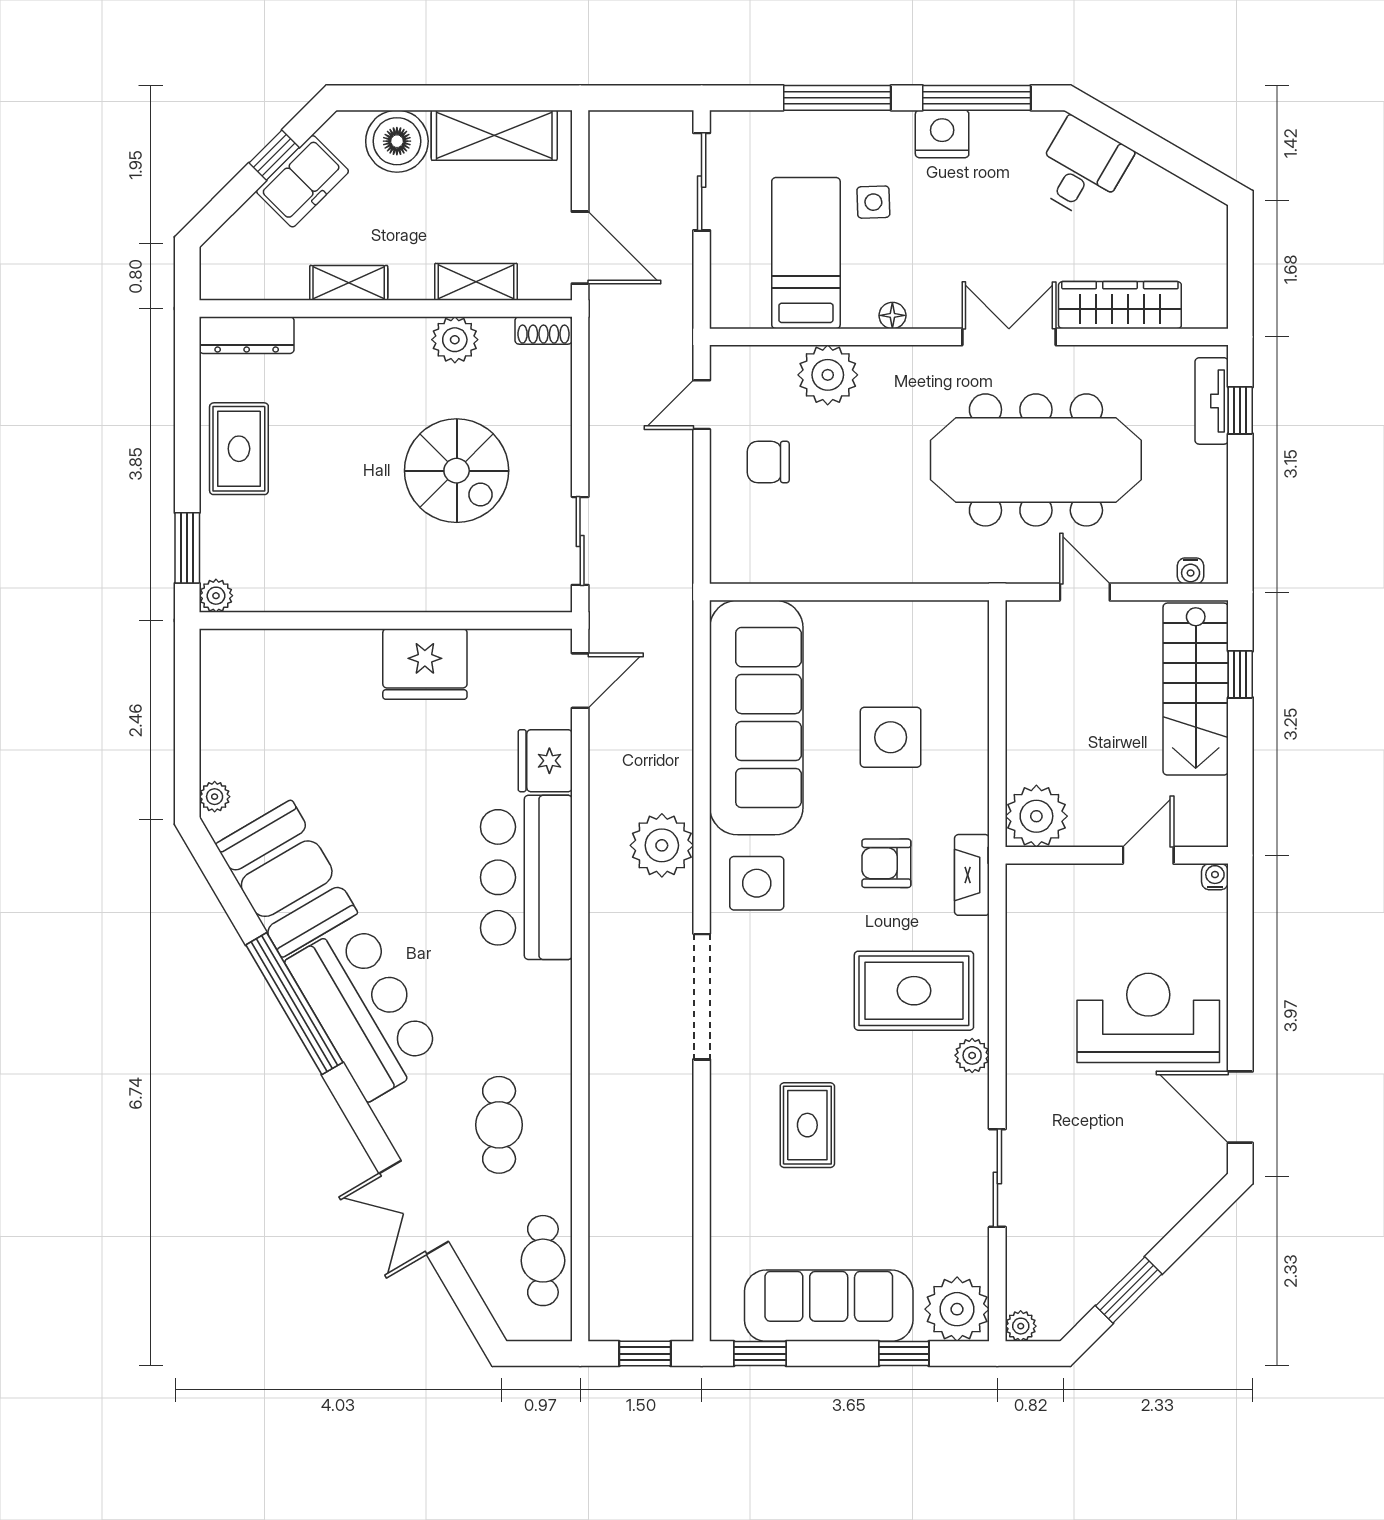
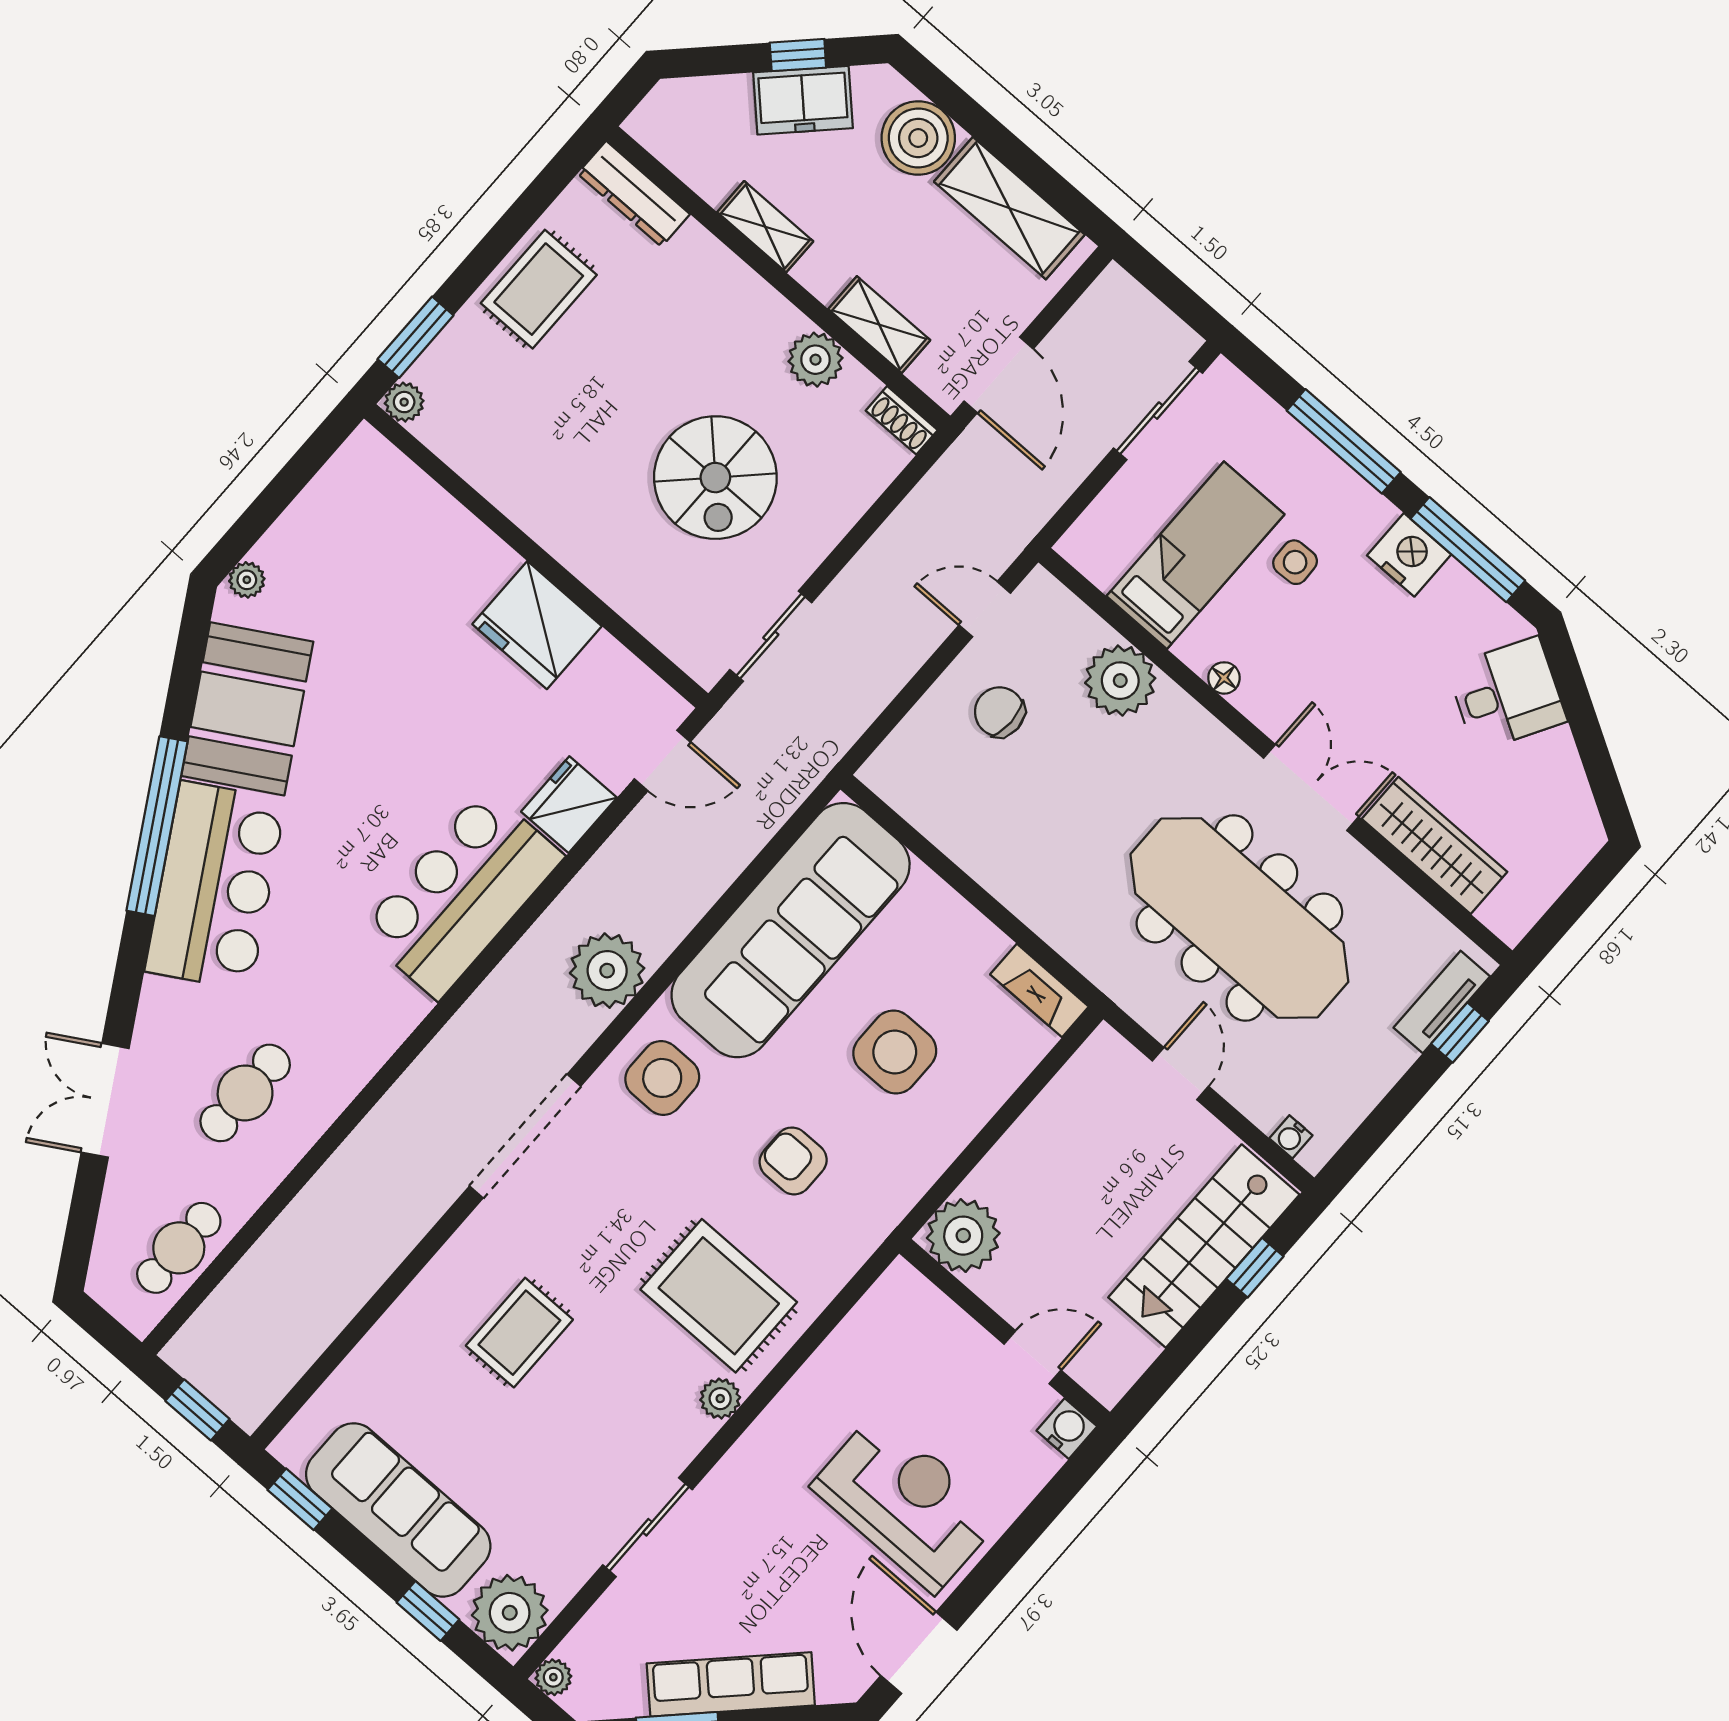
fireplace: (972, 875) -> (1039, 990), moved, turned -90
water cooler: (1215, 877) -> (1067, 1429), width x1.38, depth x1.38
row of seats: (1138, 1232) -> (731, 1684), added

